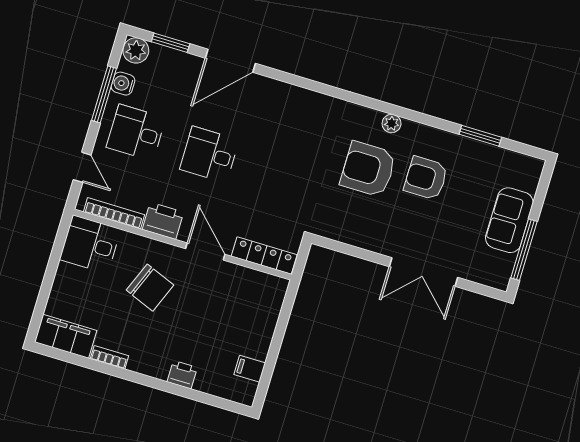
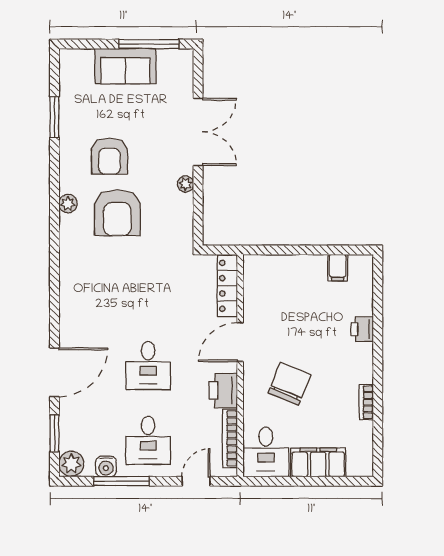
door: (230, 61) -> (54, 372), hinge flipped
plant: (376, 244) -> (186, 184), added
filing cabinet: (66, 336) -> (318, 462), moved, turned 90

